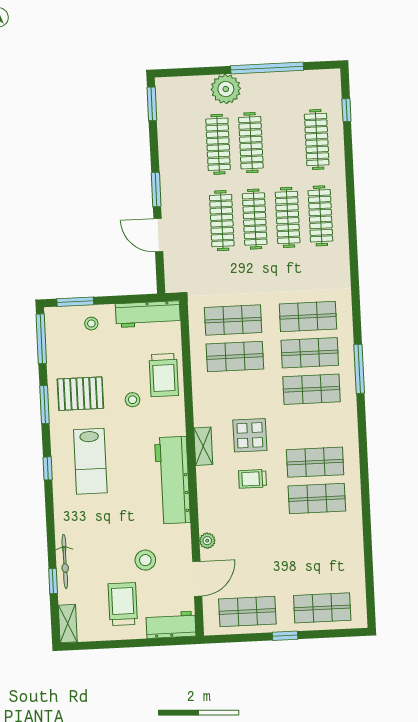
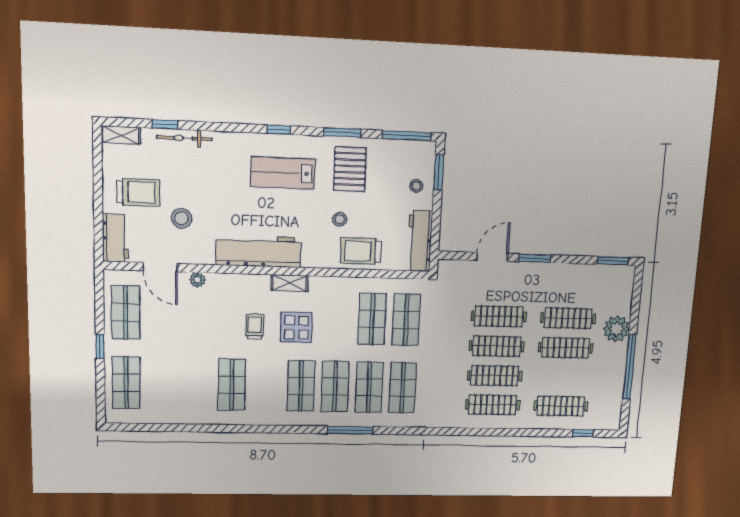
shop shelf: (315, 462) -> (301, 386), moved

